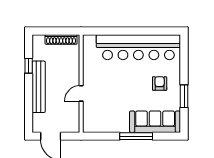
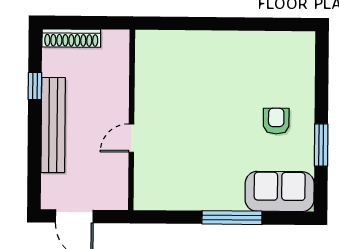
shoe rack: (61, 40) -> (71, 38), moved
bar counter: (138, 47) -> (238, 54), removed
sofa: (155, 122) -> (280, 191), width x0.73

